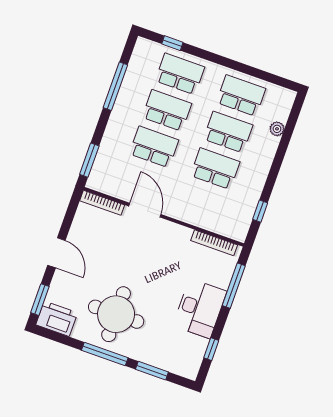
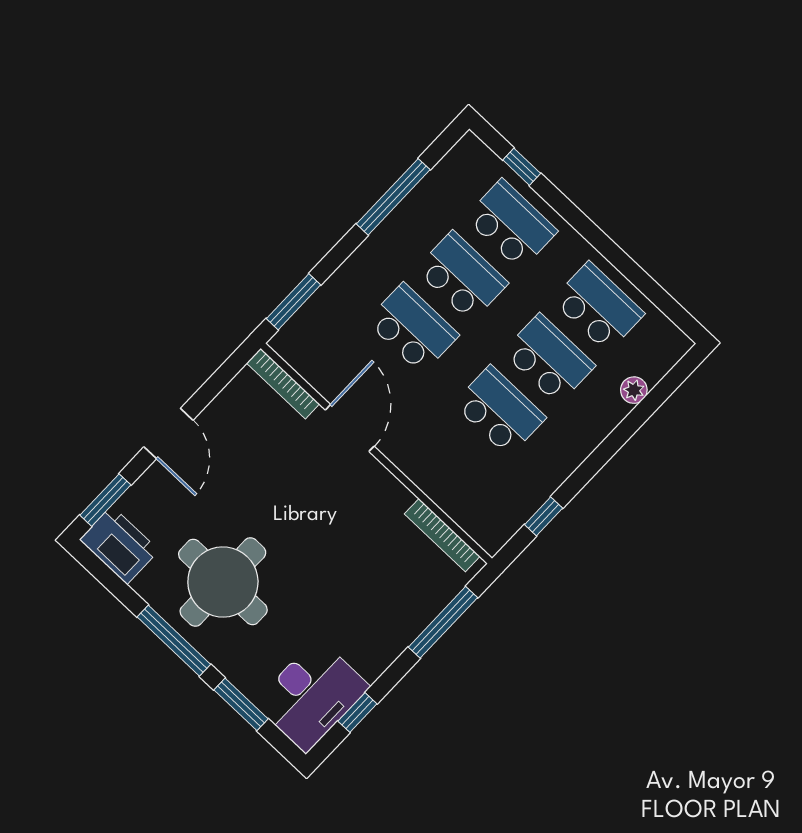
desk: (200, 308) -> (312, 695), moved

